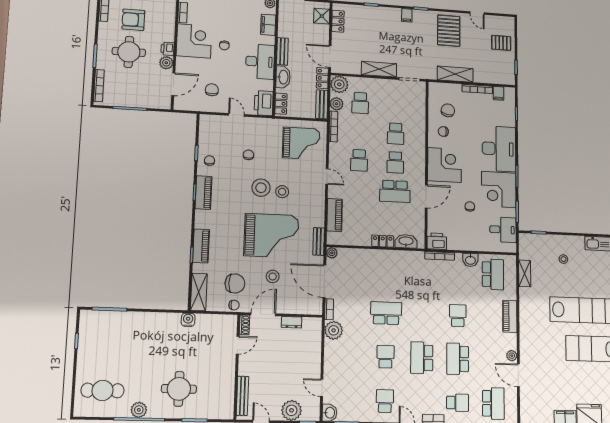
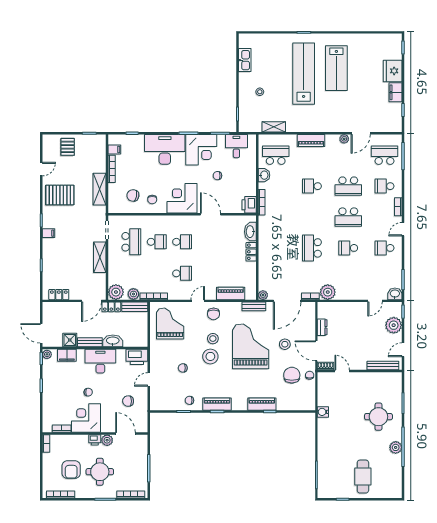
shower: (322, 16) -> (70, 340), moved
school desk: (360, 103) -> (131, 242), moved, width x1.85
locker: (281, 104) -> (136, 342), removed
school desk: (395, 191) -> (208, 242), removed
chair: (311, 194) -> (214, 314), added
shelving: (199, 292) -> (300, 404), removed
cafe table: (103, 390) -> (363, 477), moved
school desk: (458, 403) -> (385, 186), turned -90

